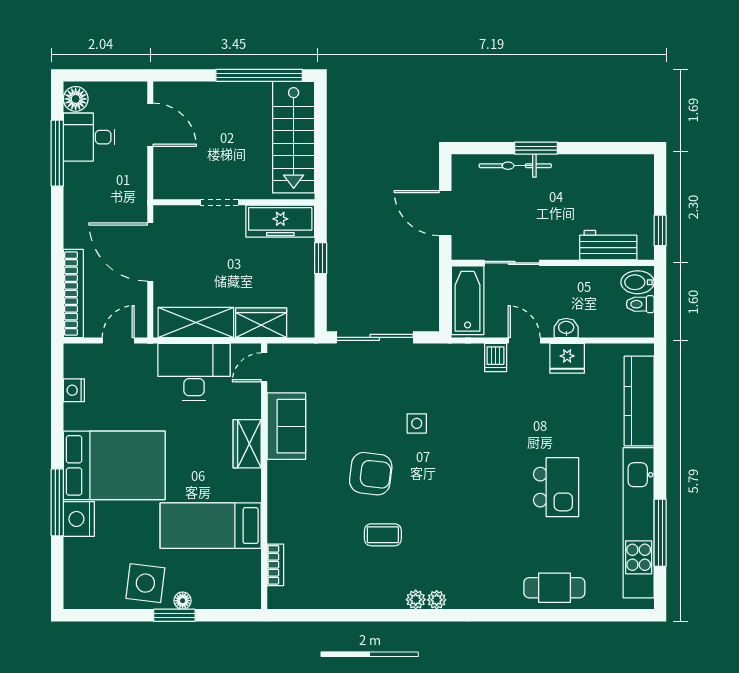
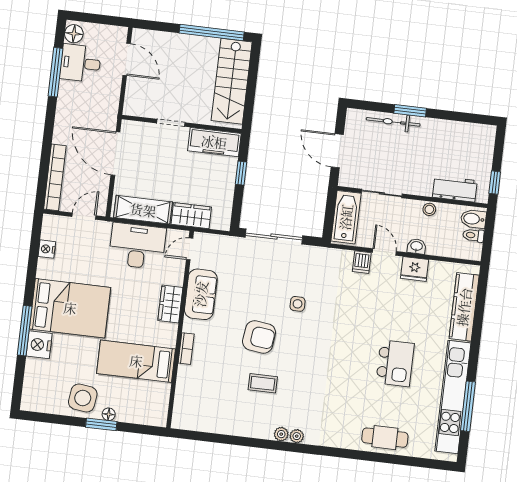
stool: (577, 277) -> (429, 209), added
bookcase: (275, 565) -> (186, 349), moved

